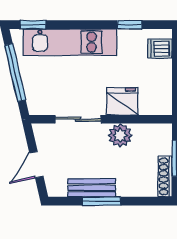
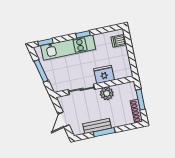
window: (129, 25) -> (83, 34), moved
window: (15, 73) -> (41, 71), width x0.69

